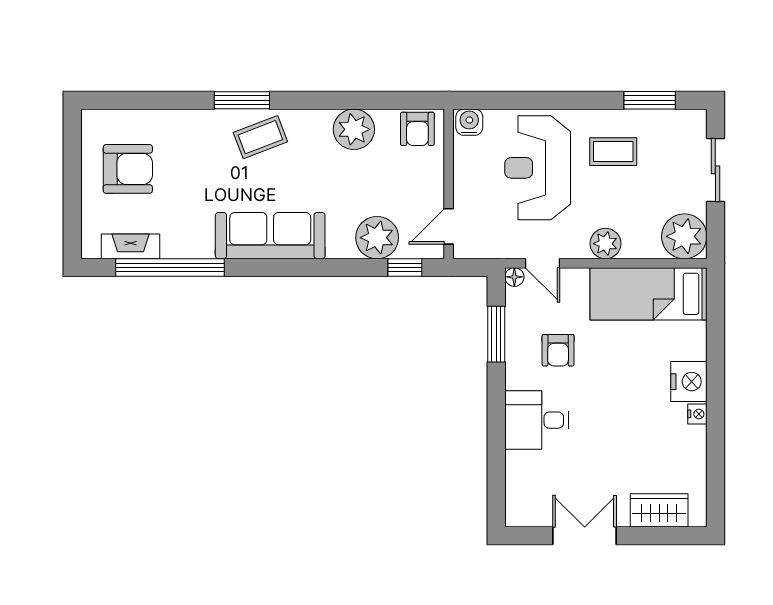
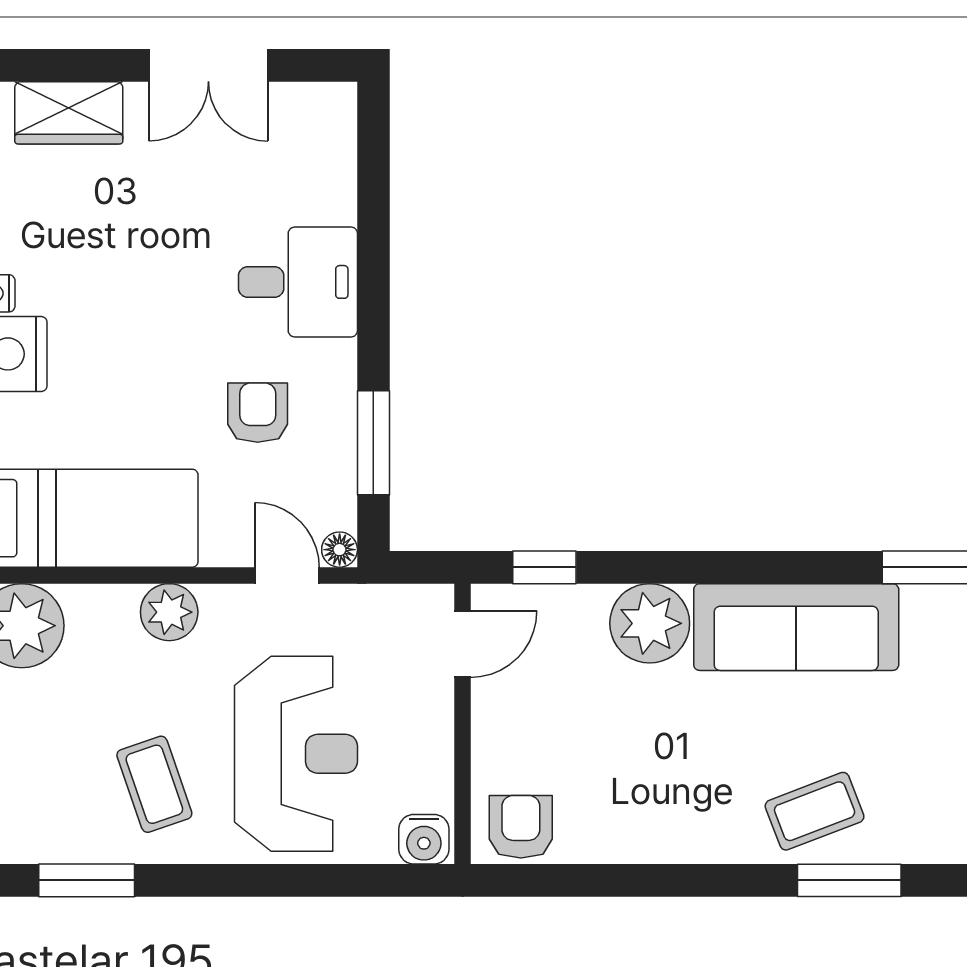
plant: (354, 129) -> (640, 826), removed
coffee table: (613, 152) -> (154, 784), turned 71
plant: (377, 238) -> (650, 623), moved

